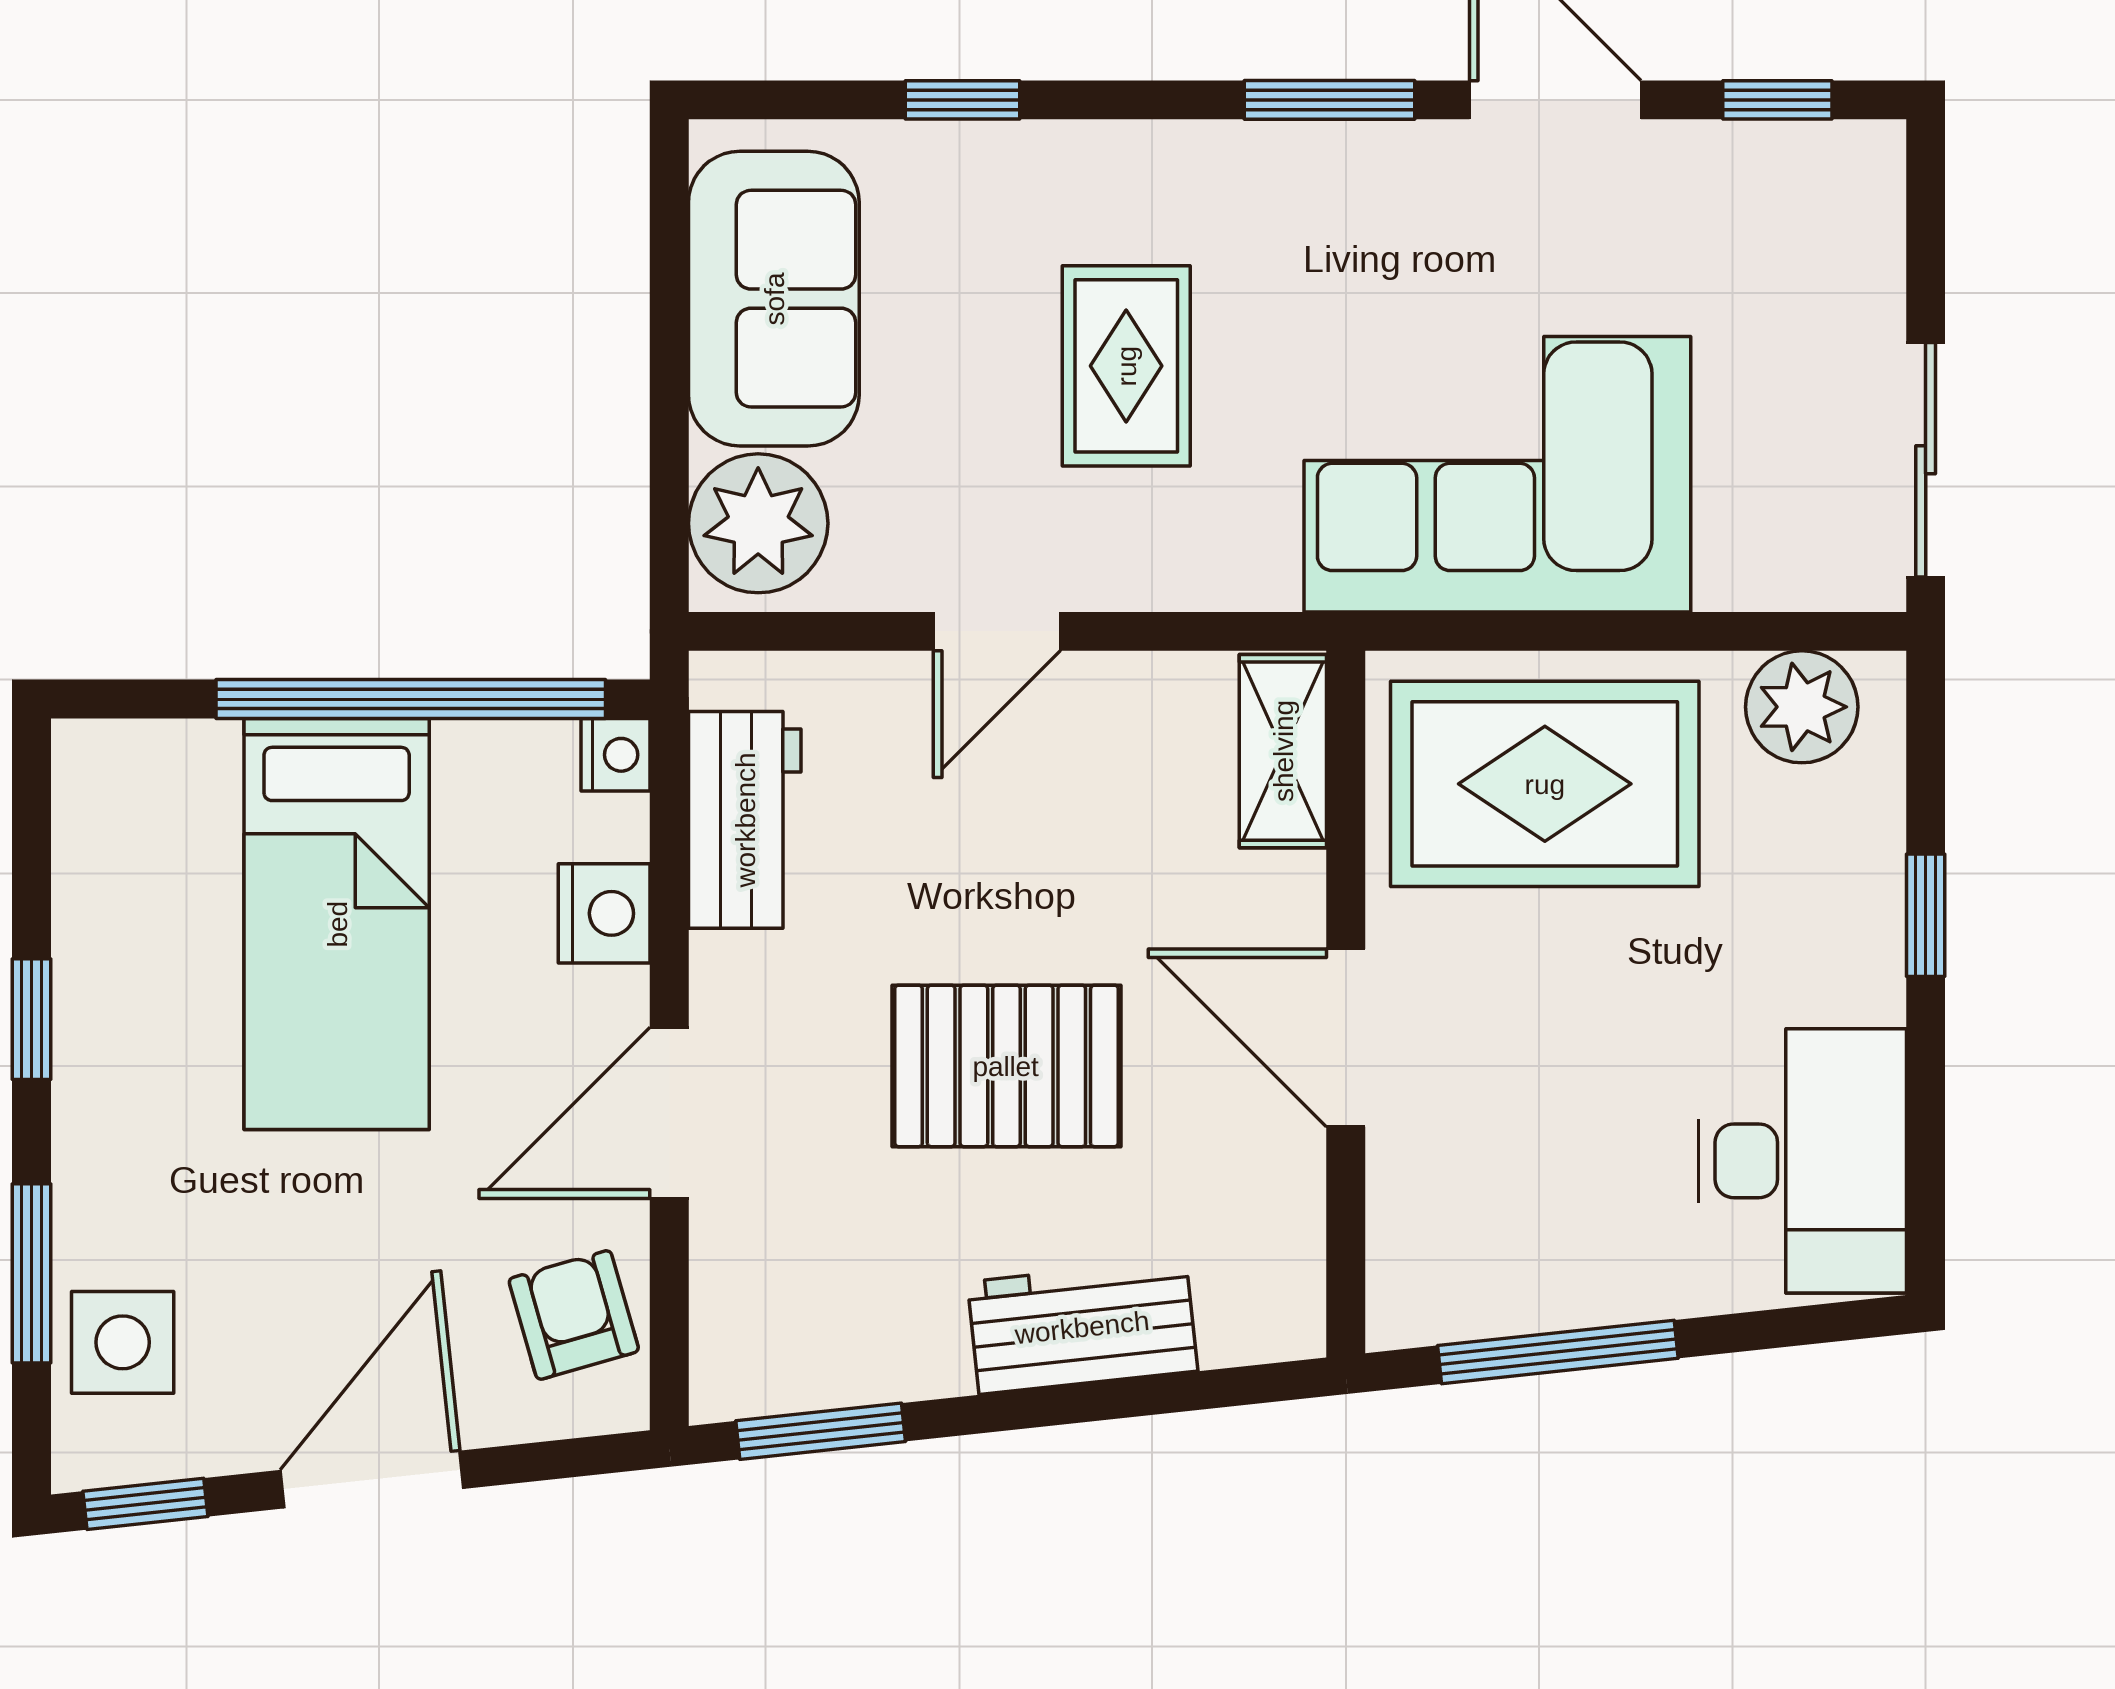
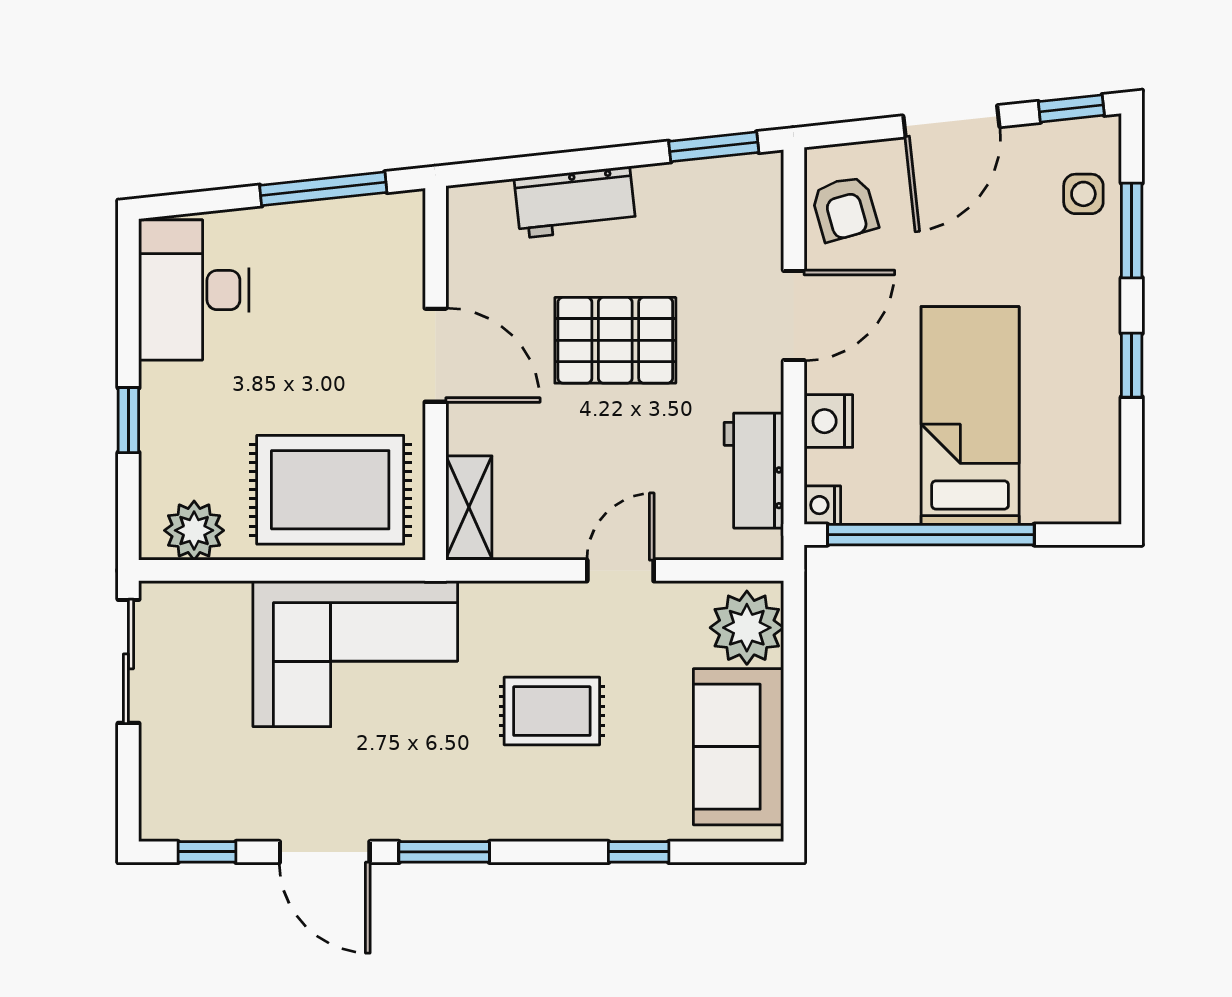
rug: (1126, 366) -> (552, 711), turned 90
side table: (123, 1342) -> (1083, 194), width x0.73, depth x0.73

